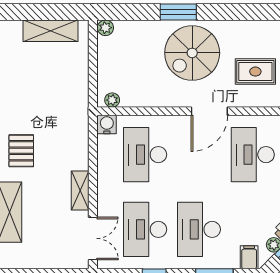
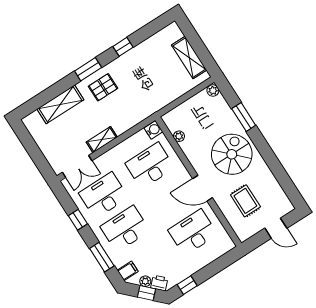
window: (178, 12) -> (244, 117), moved
spiral stairs: (192, 53) -> (232, 154), turned 90
plant: (112, 100) -> (179, 136), moved

